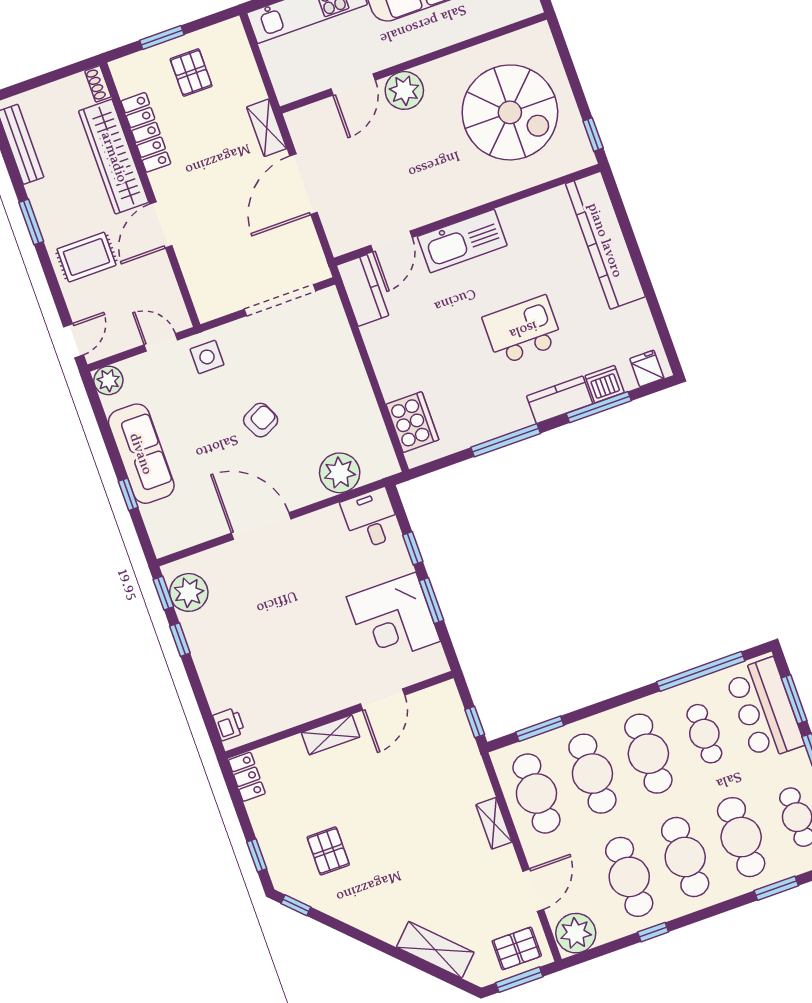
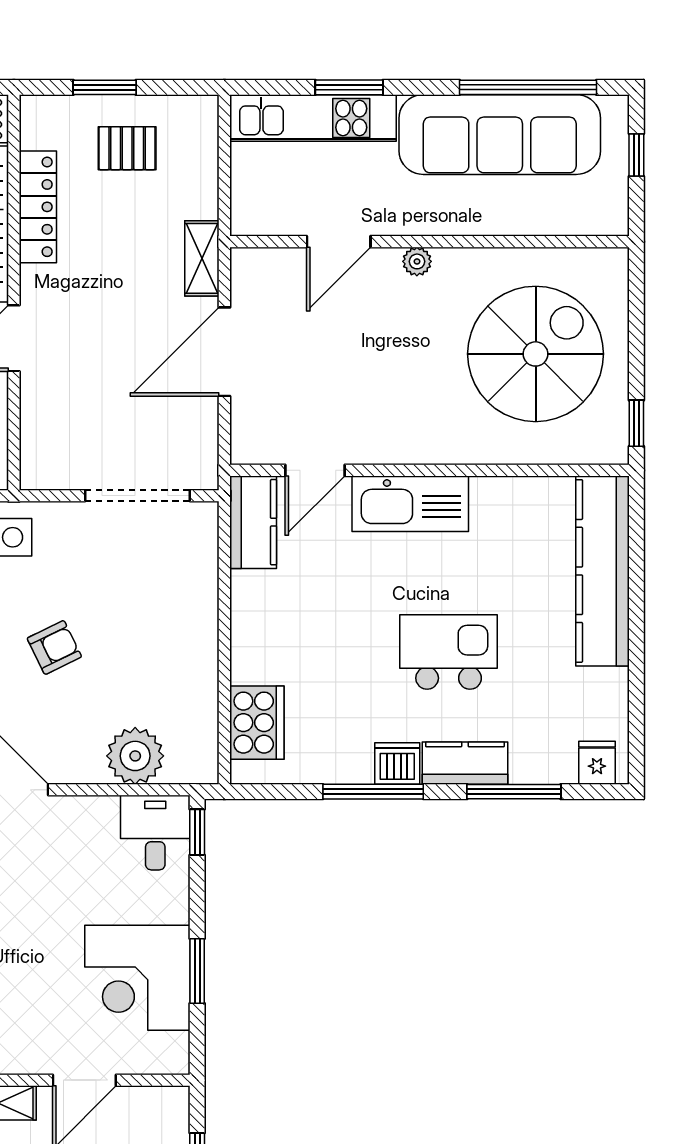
pallet: (191, 73) -> (127, 148), turned 90
plant: (404, 90) -> (417, 261), width x0.53, depth x0.53
spiral stairs: (510, 112) -> (536, 354), turned -90
dishwasher: (605, 384) -> (397, 763), moved
window: (413, 548) -> (197, 832), moved

